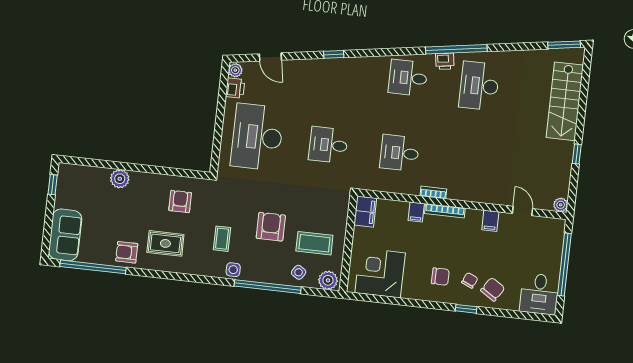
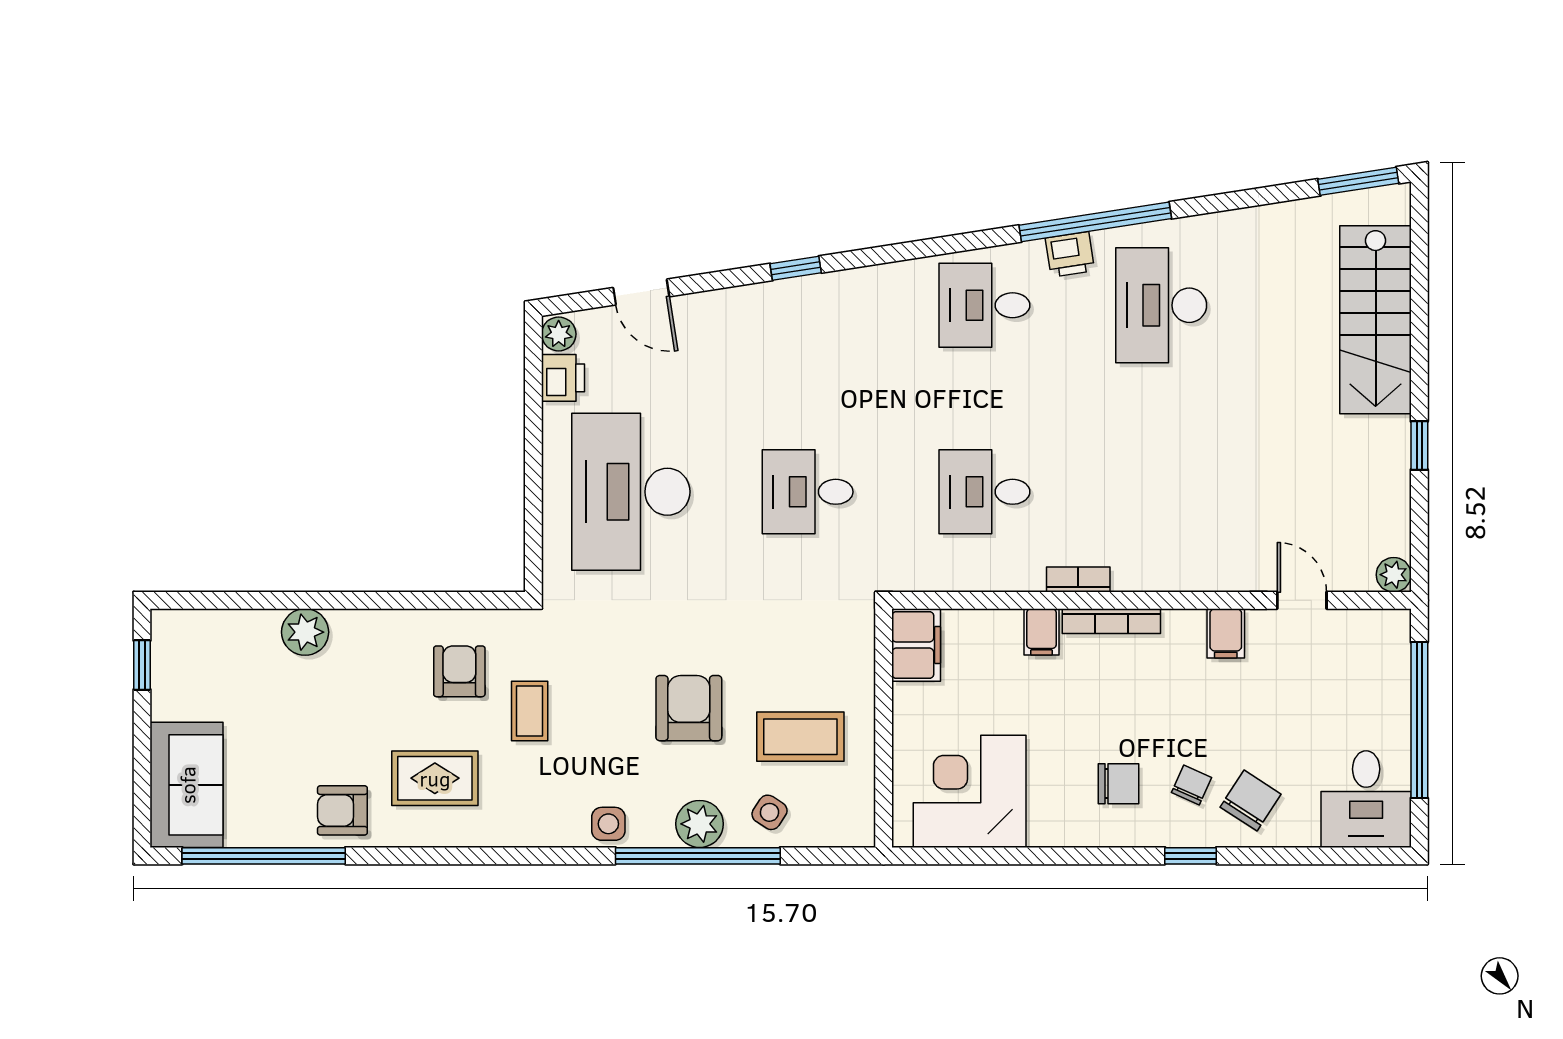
coffee table: (222, 239) -> (530, 711), moved
plant: (328, 280) -> (700, 824), moved

